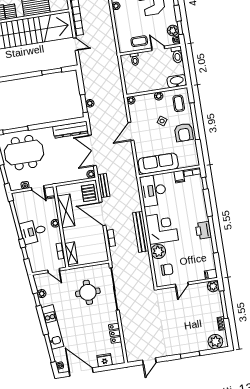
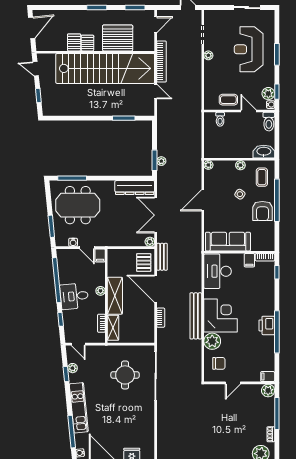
shelving: (66, 211) -> (115, 296), moved
door: (54, 270) -> (78, 344), moved
locker: (115, 333) -> (149, 426), removed

